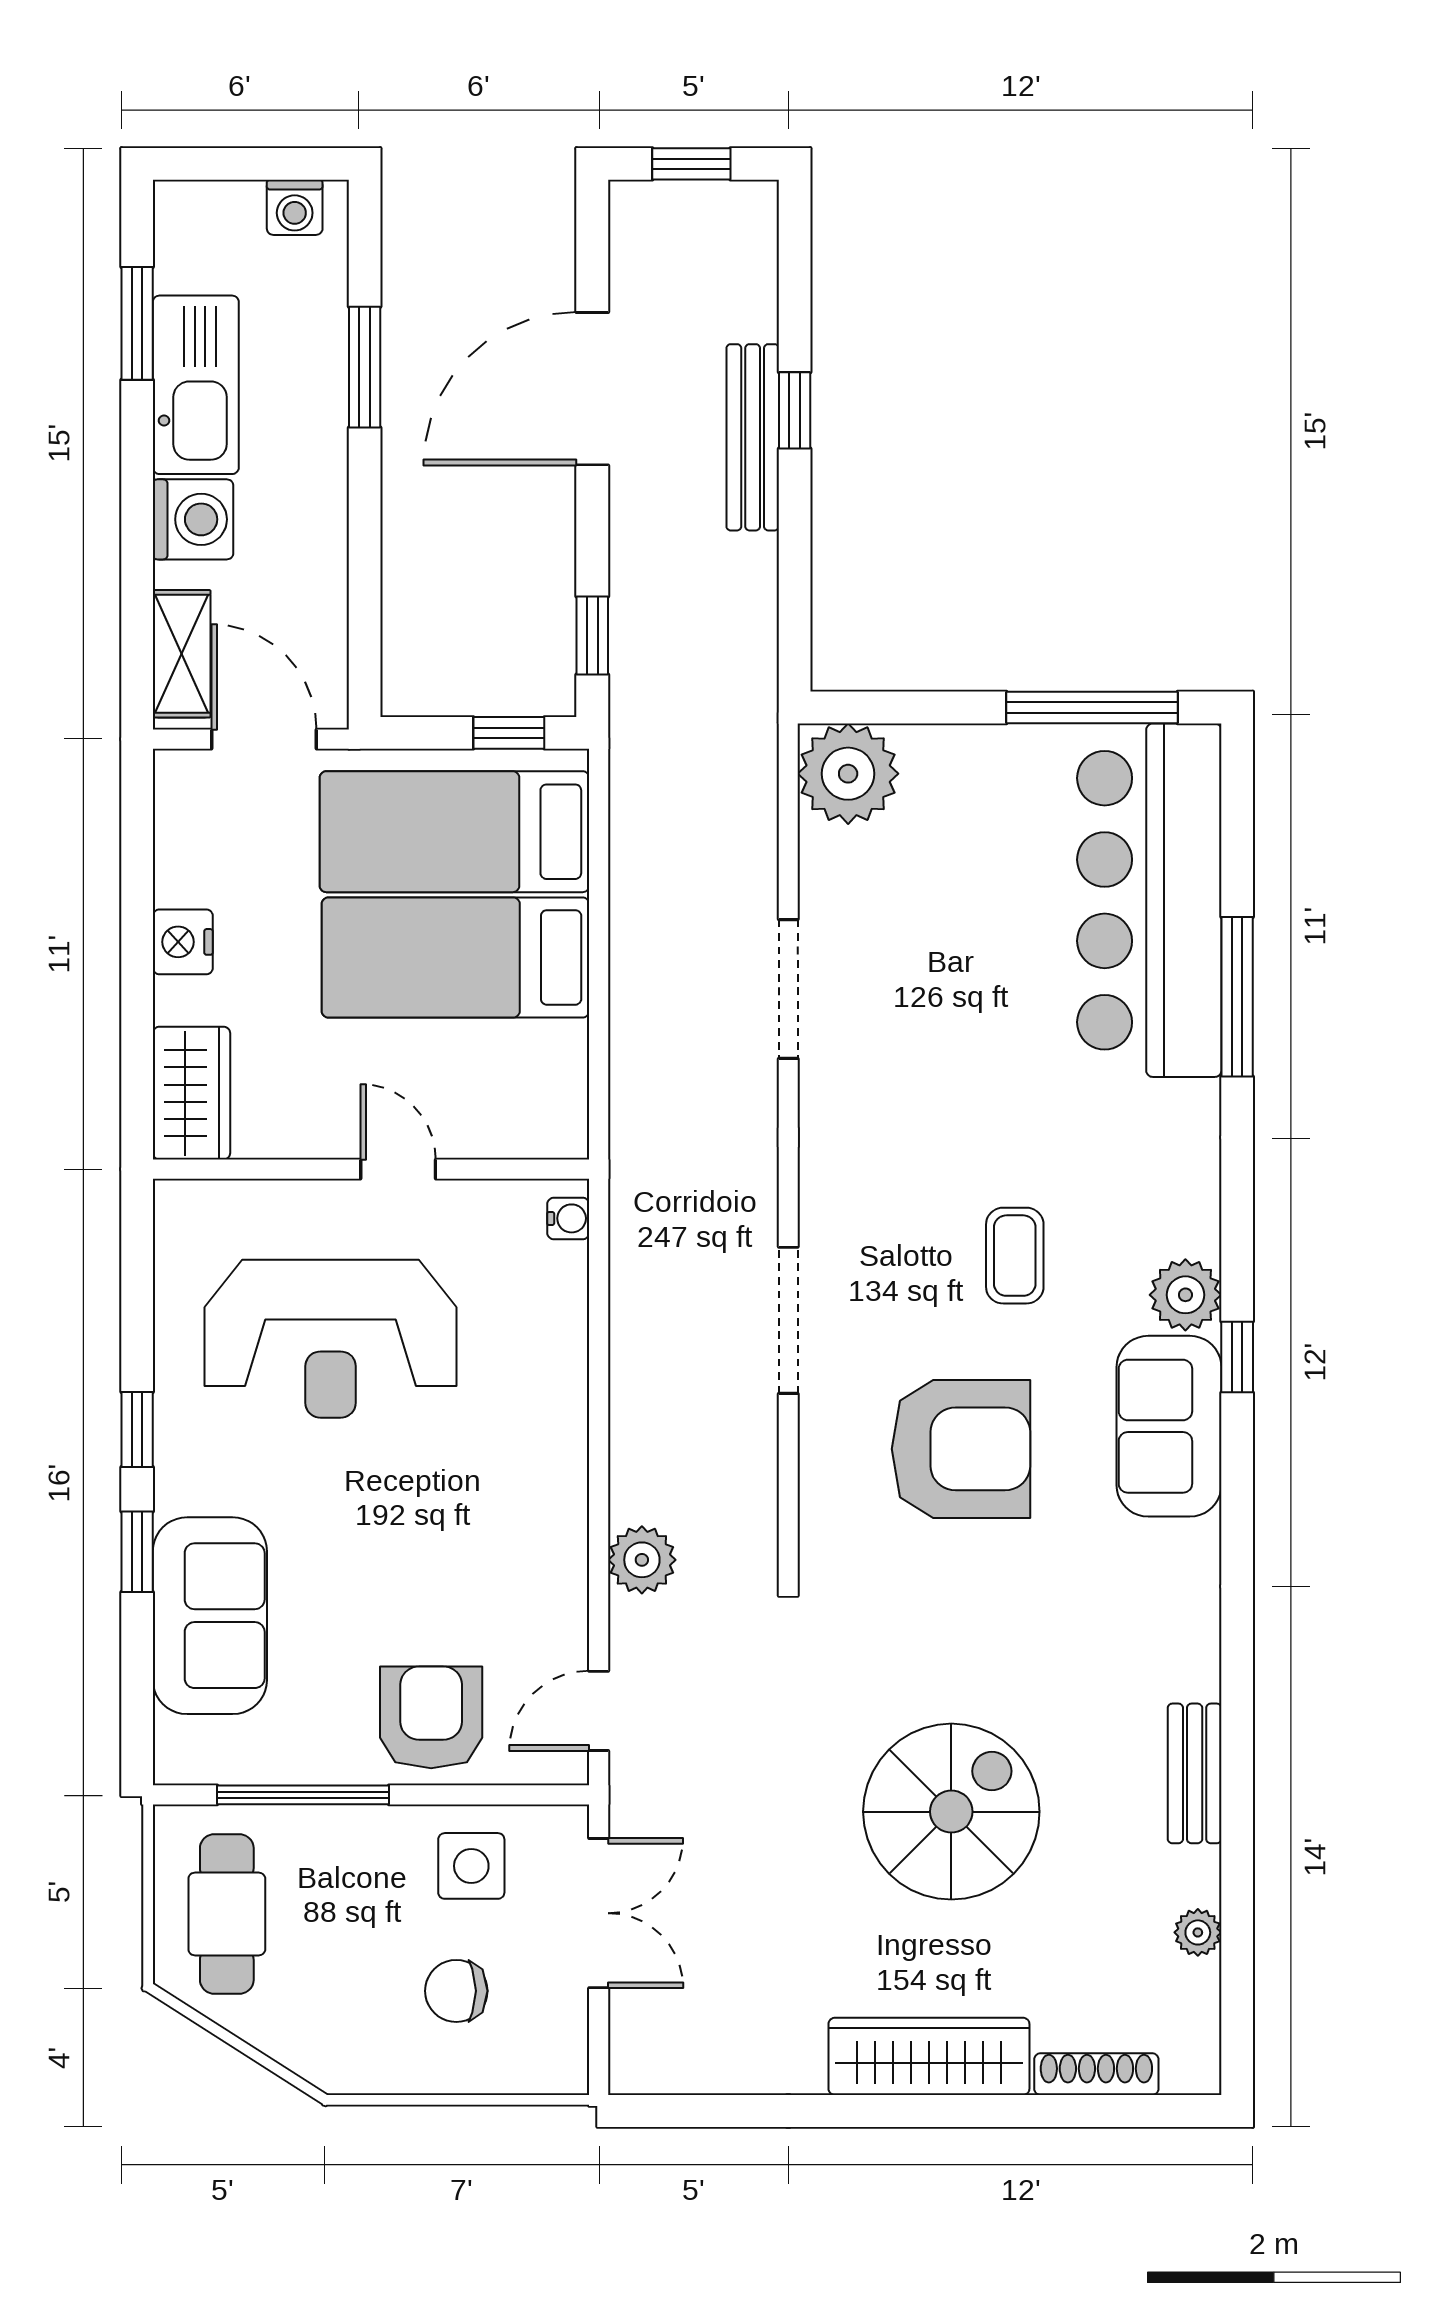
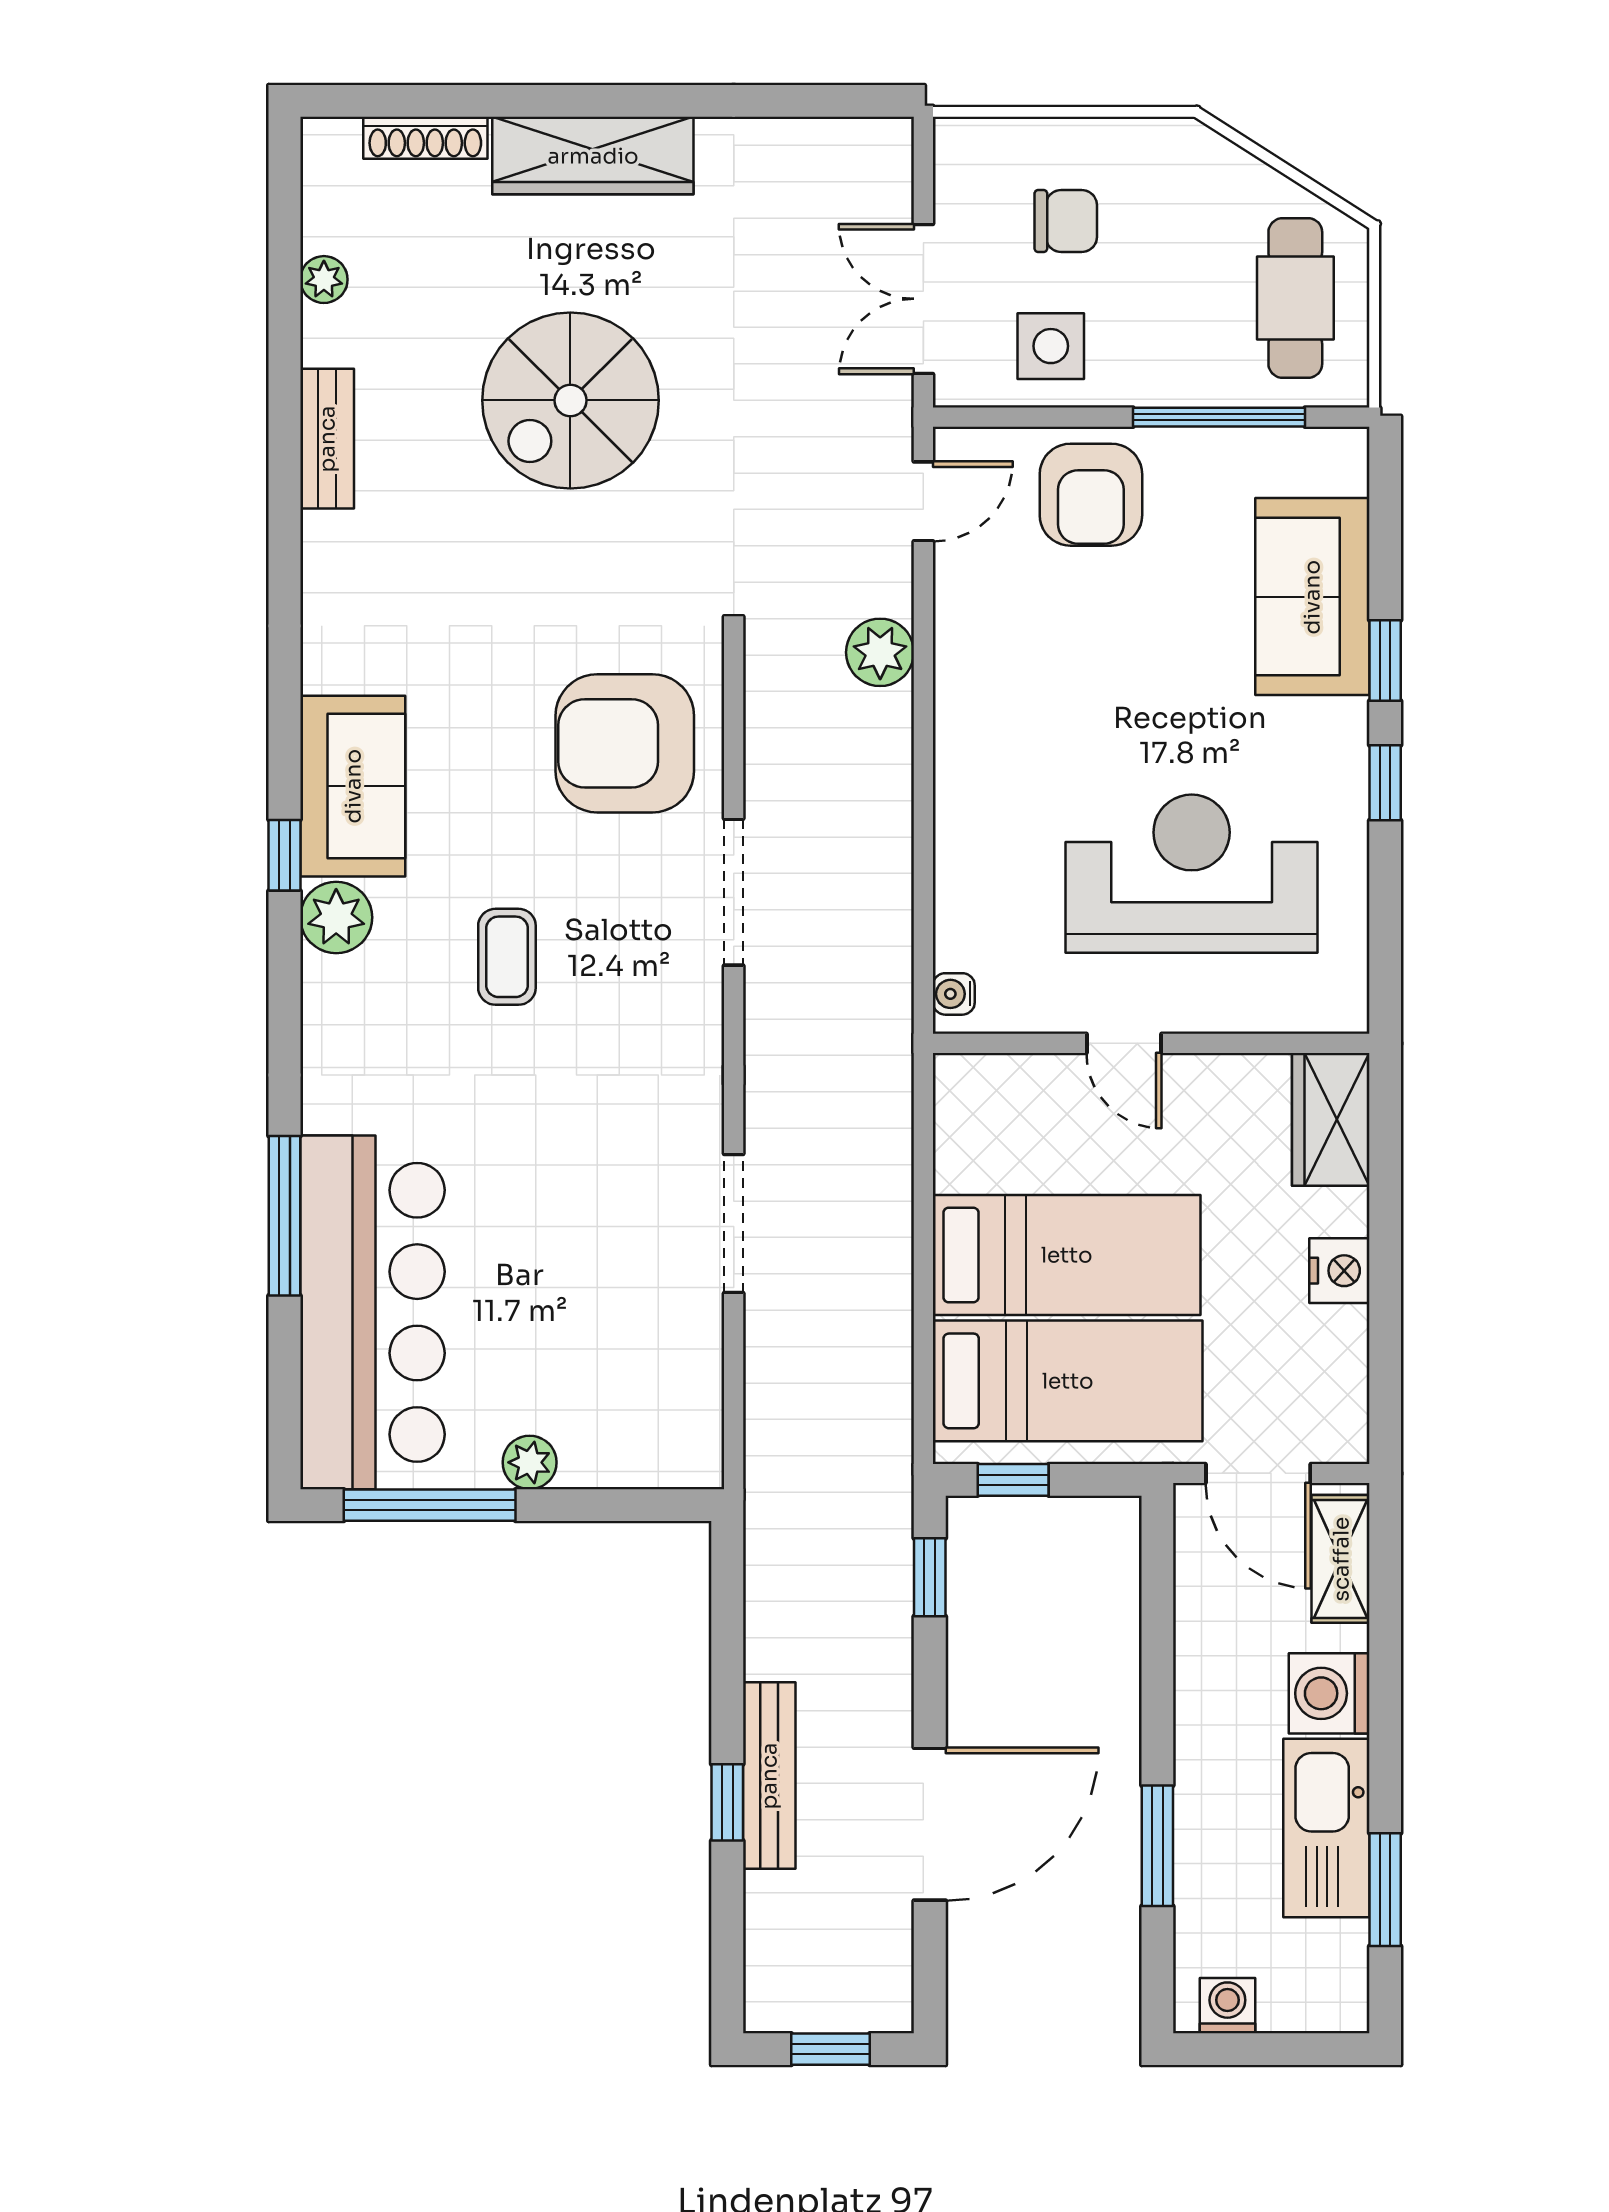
plant: (848, 774) -> (530, 1462), moved, width x0.53, depth x0.53
armchair: (961, 1449) -> (625, 743), moved

